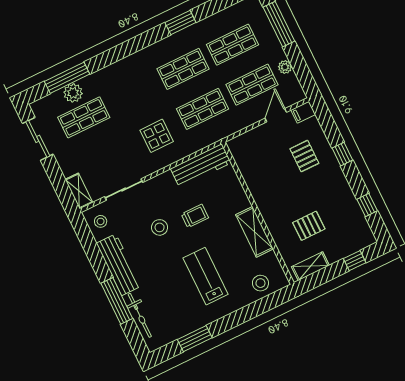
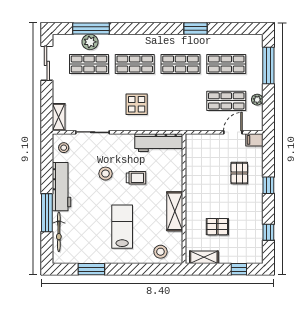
shop shelf: (202, 109) -> (135, 64), moved

